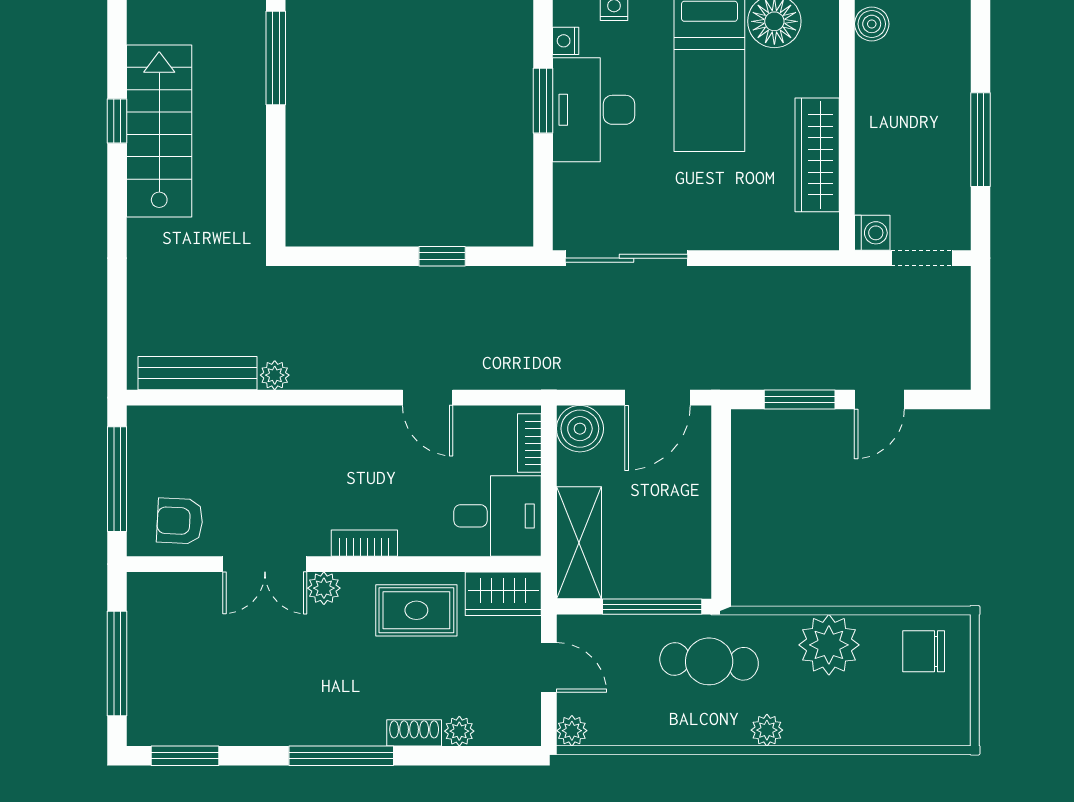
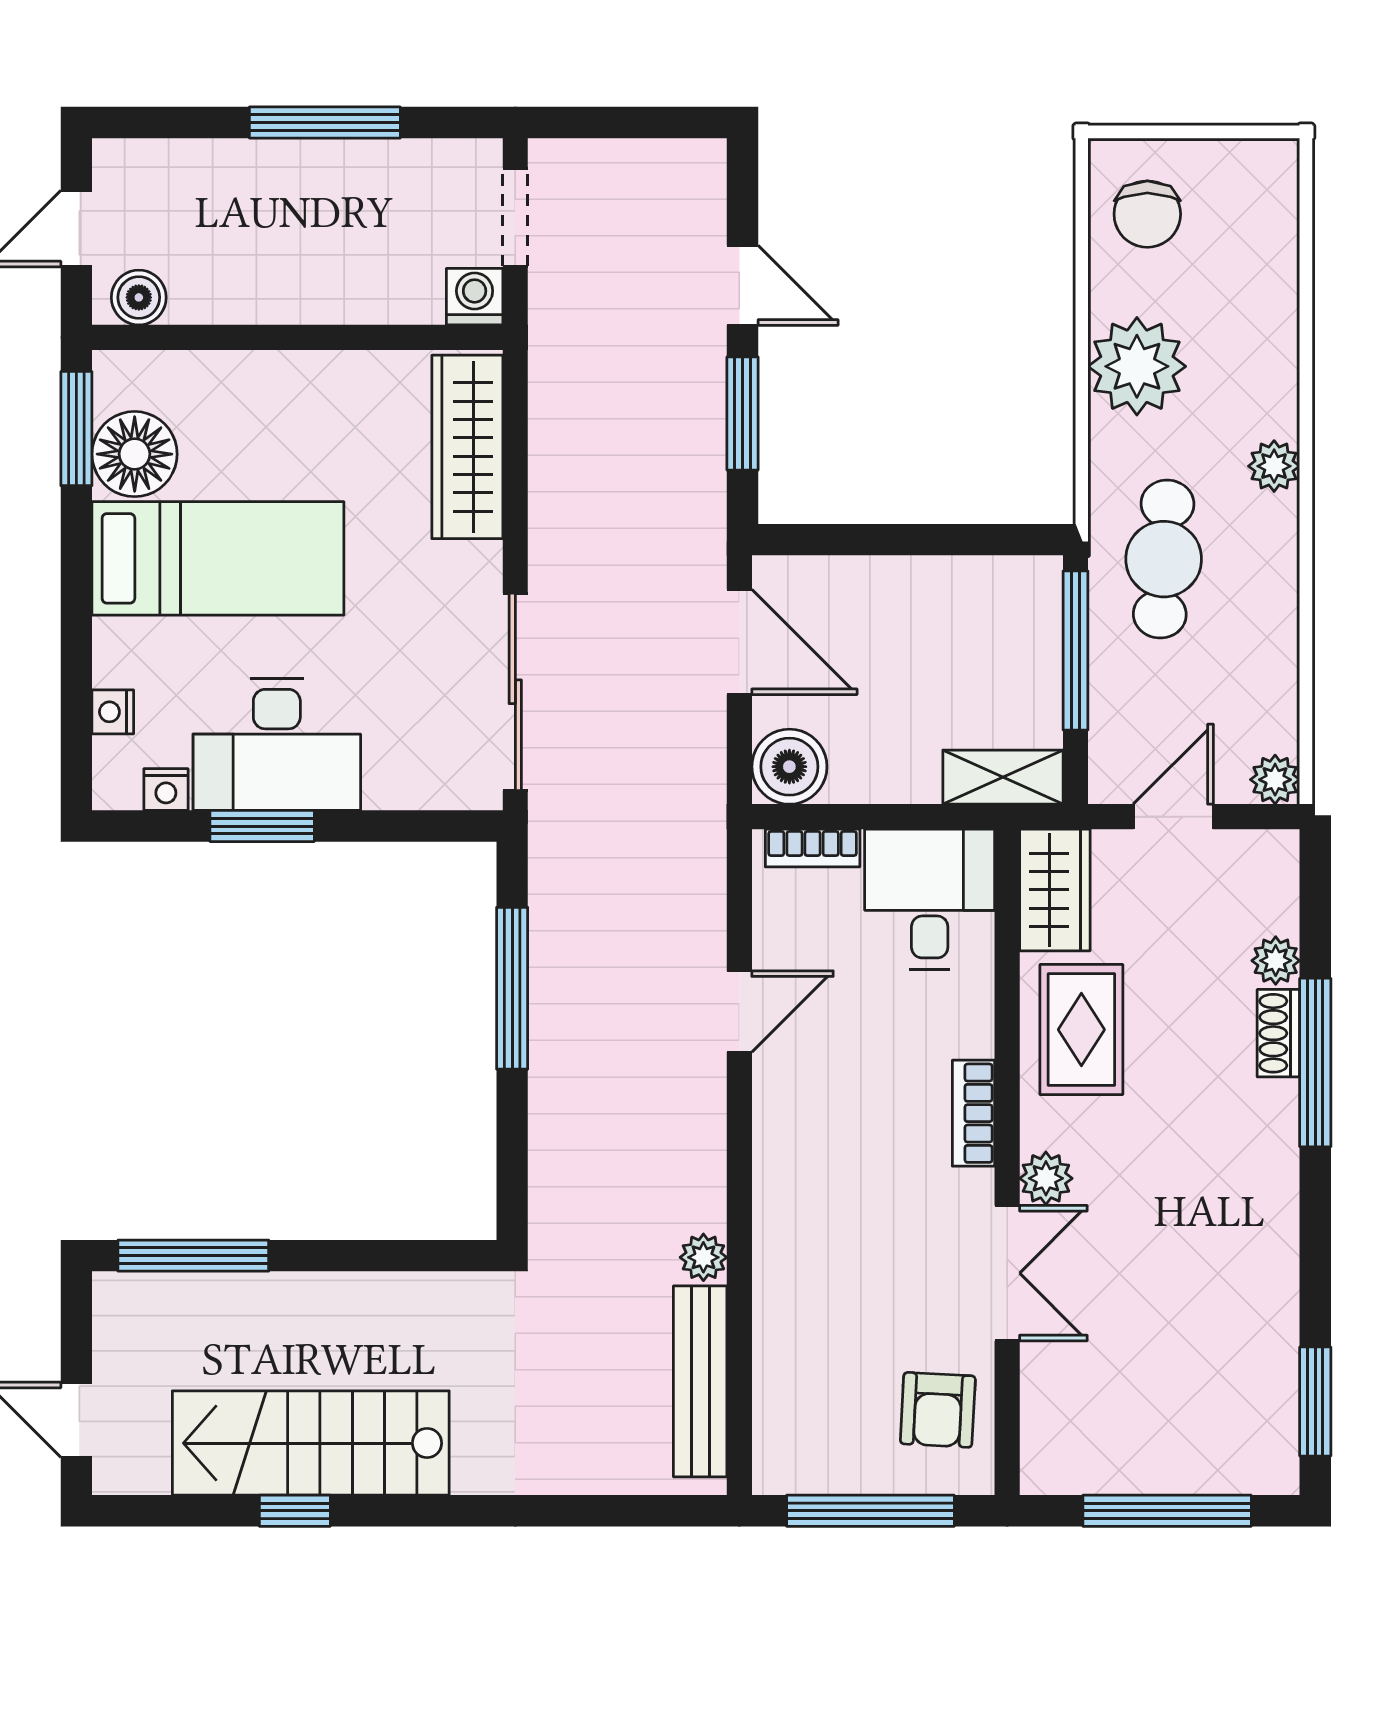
wardrobe: (817, 155) -> (467, 447), moved, turned 90
window: (442, 256) -> (512, 988), width x2.17
shelving: (579, 543) -> (1003, 777), width x0.67, depth x0.75
window: (341, 756) -> (1315, 1063), moved

